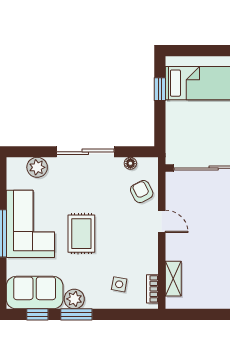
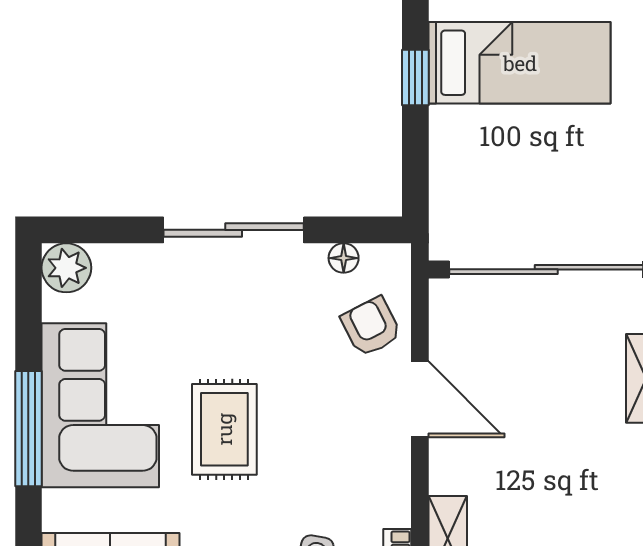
plant: (37, 167) -> (66, 268), moved
door: (162, 221) -> (420, 399), width x1.38

